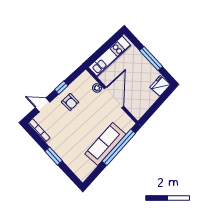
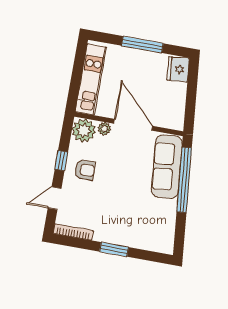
plant: (85, 81) -> (84, 130), added
sofa: (105, 144) -> (167, 167), moved

